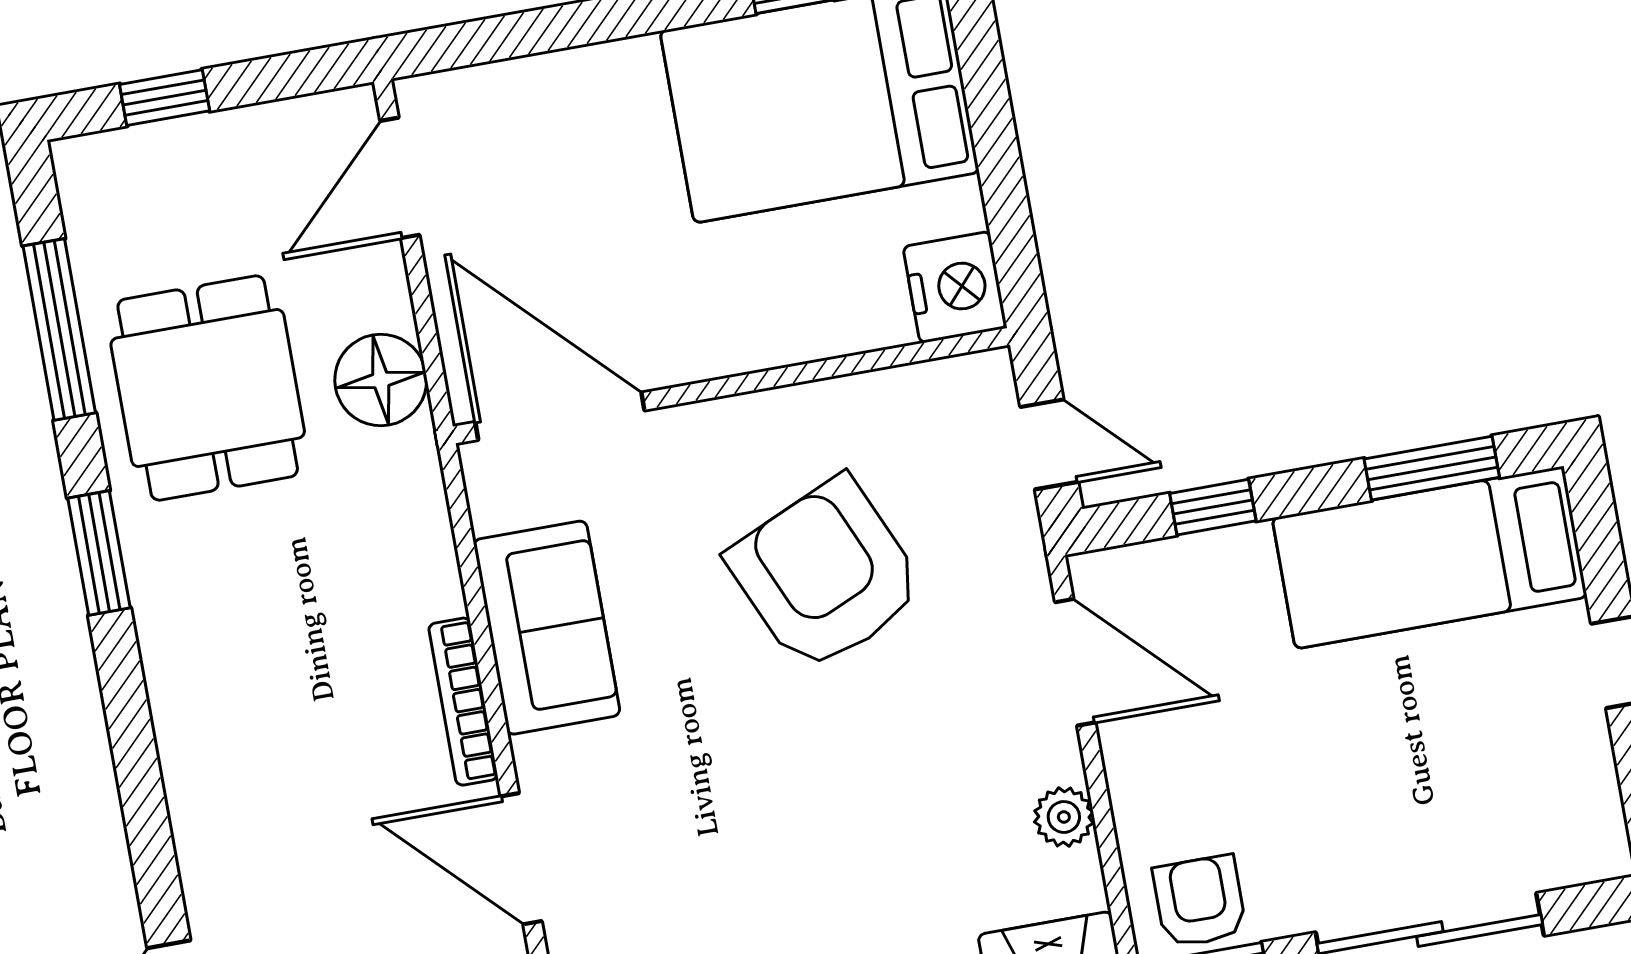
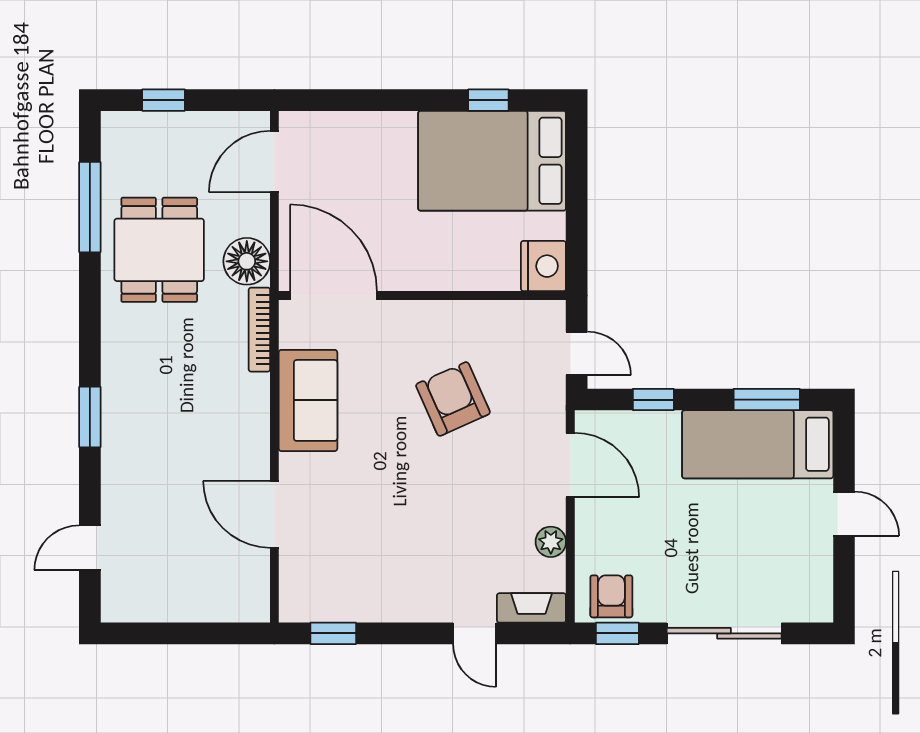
window: (99, 553) -> (90, 417), moved
armchair: (826, 575) -> (453, 399), width x0.73, depth x0.73
bookcase: (463, 702) -> (259, 330), moved

